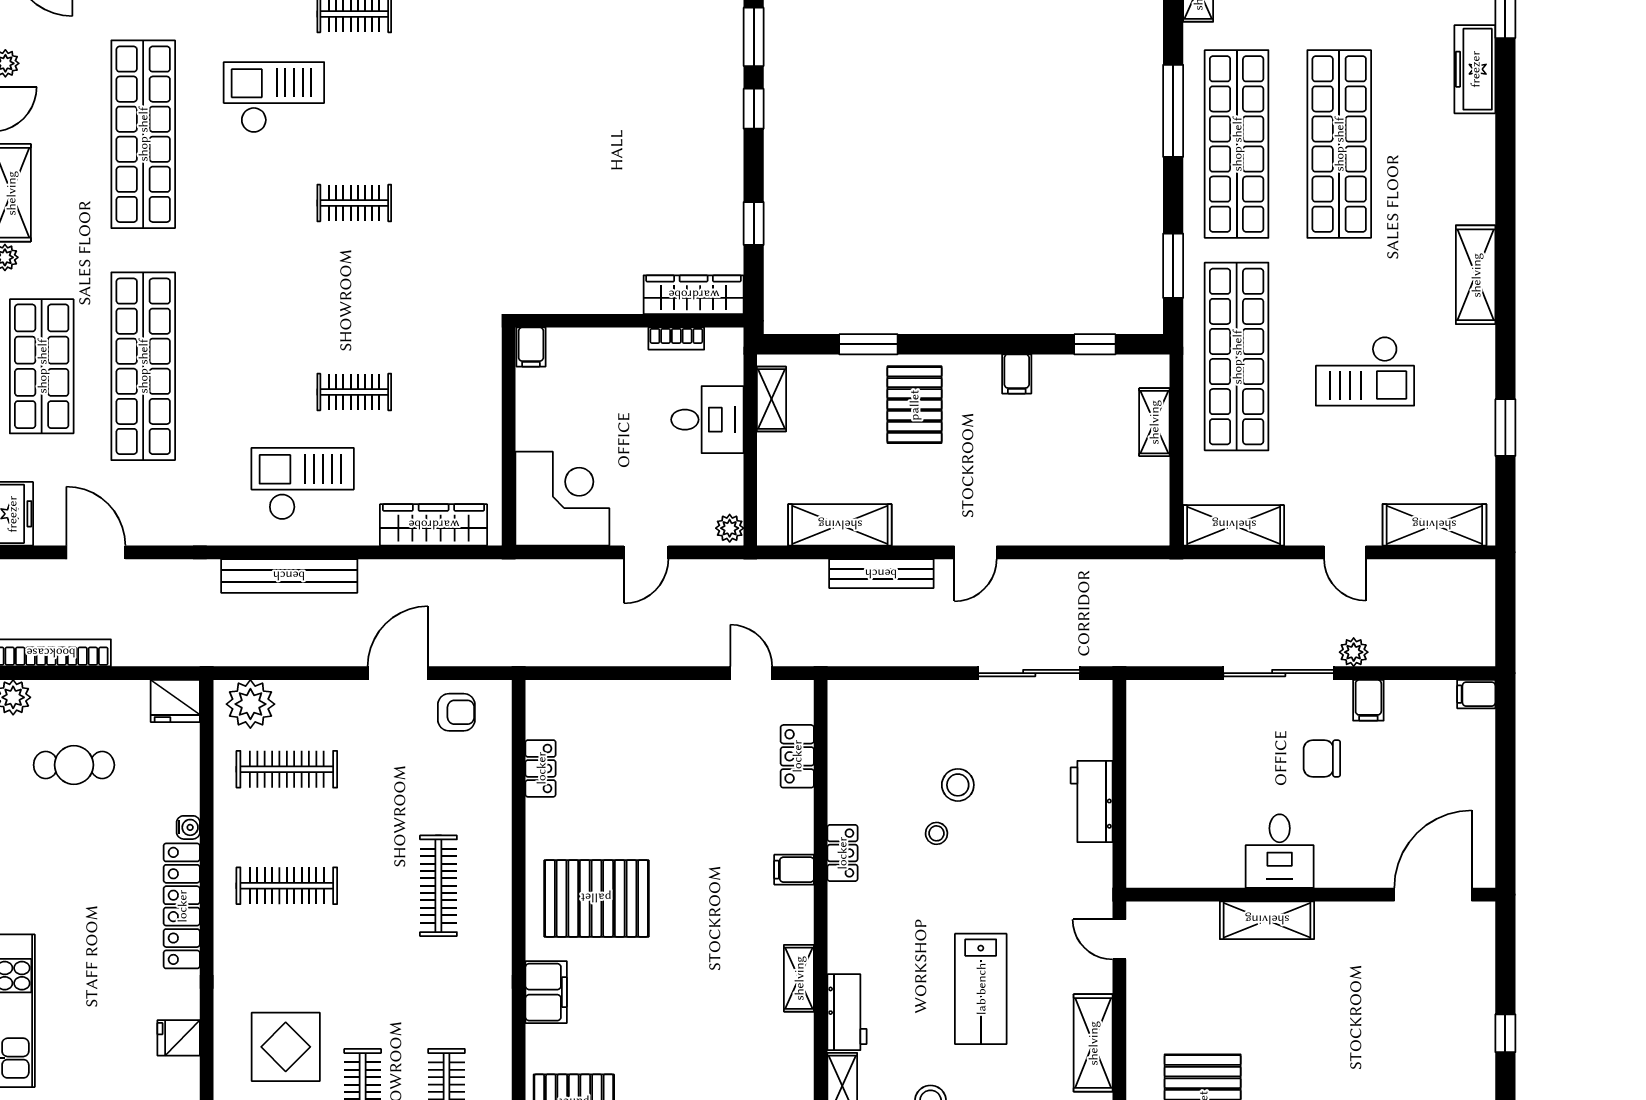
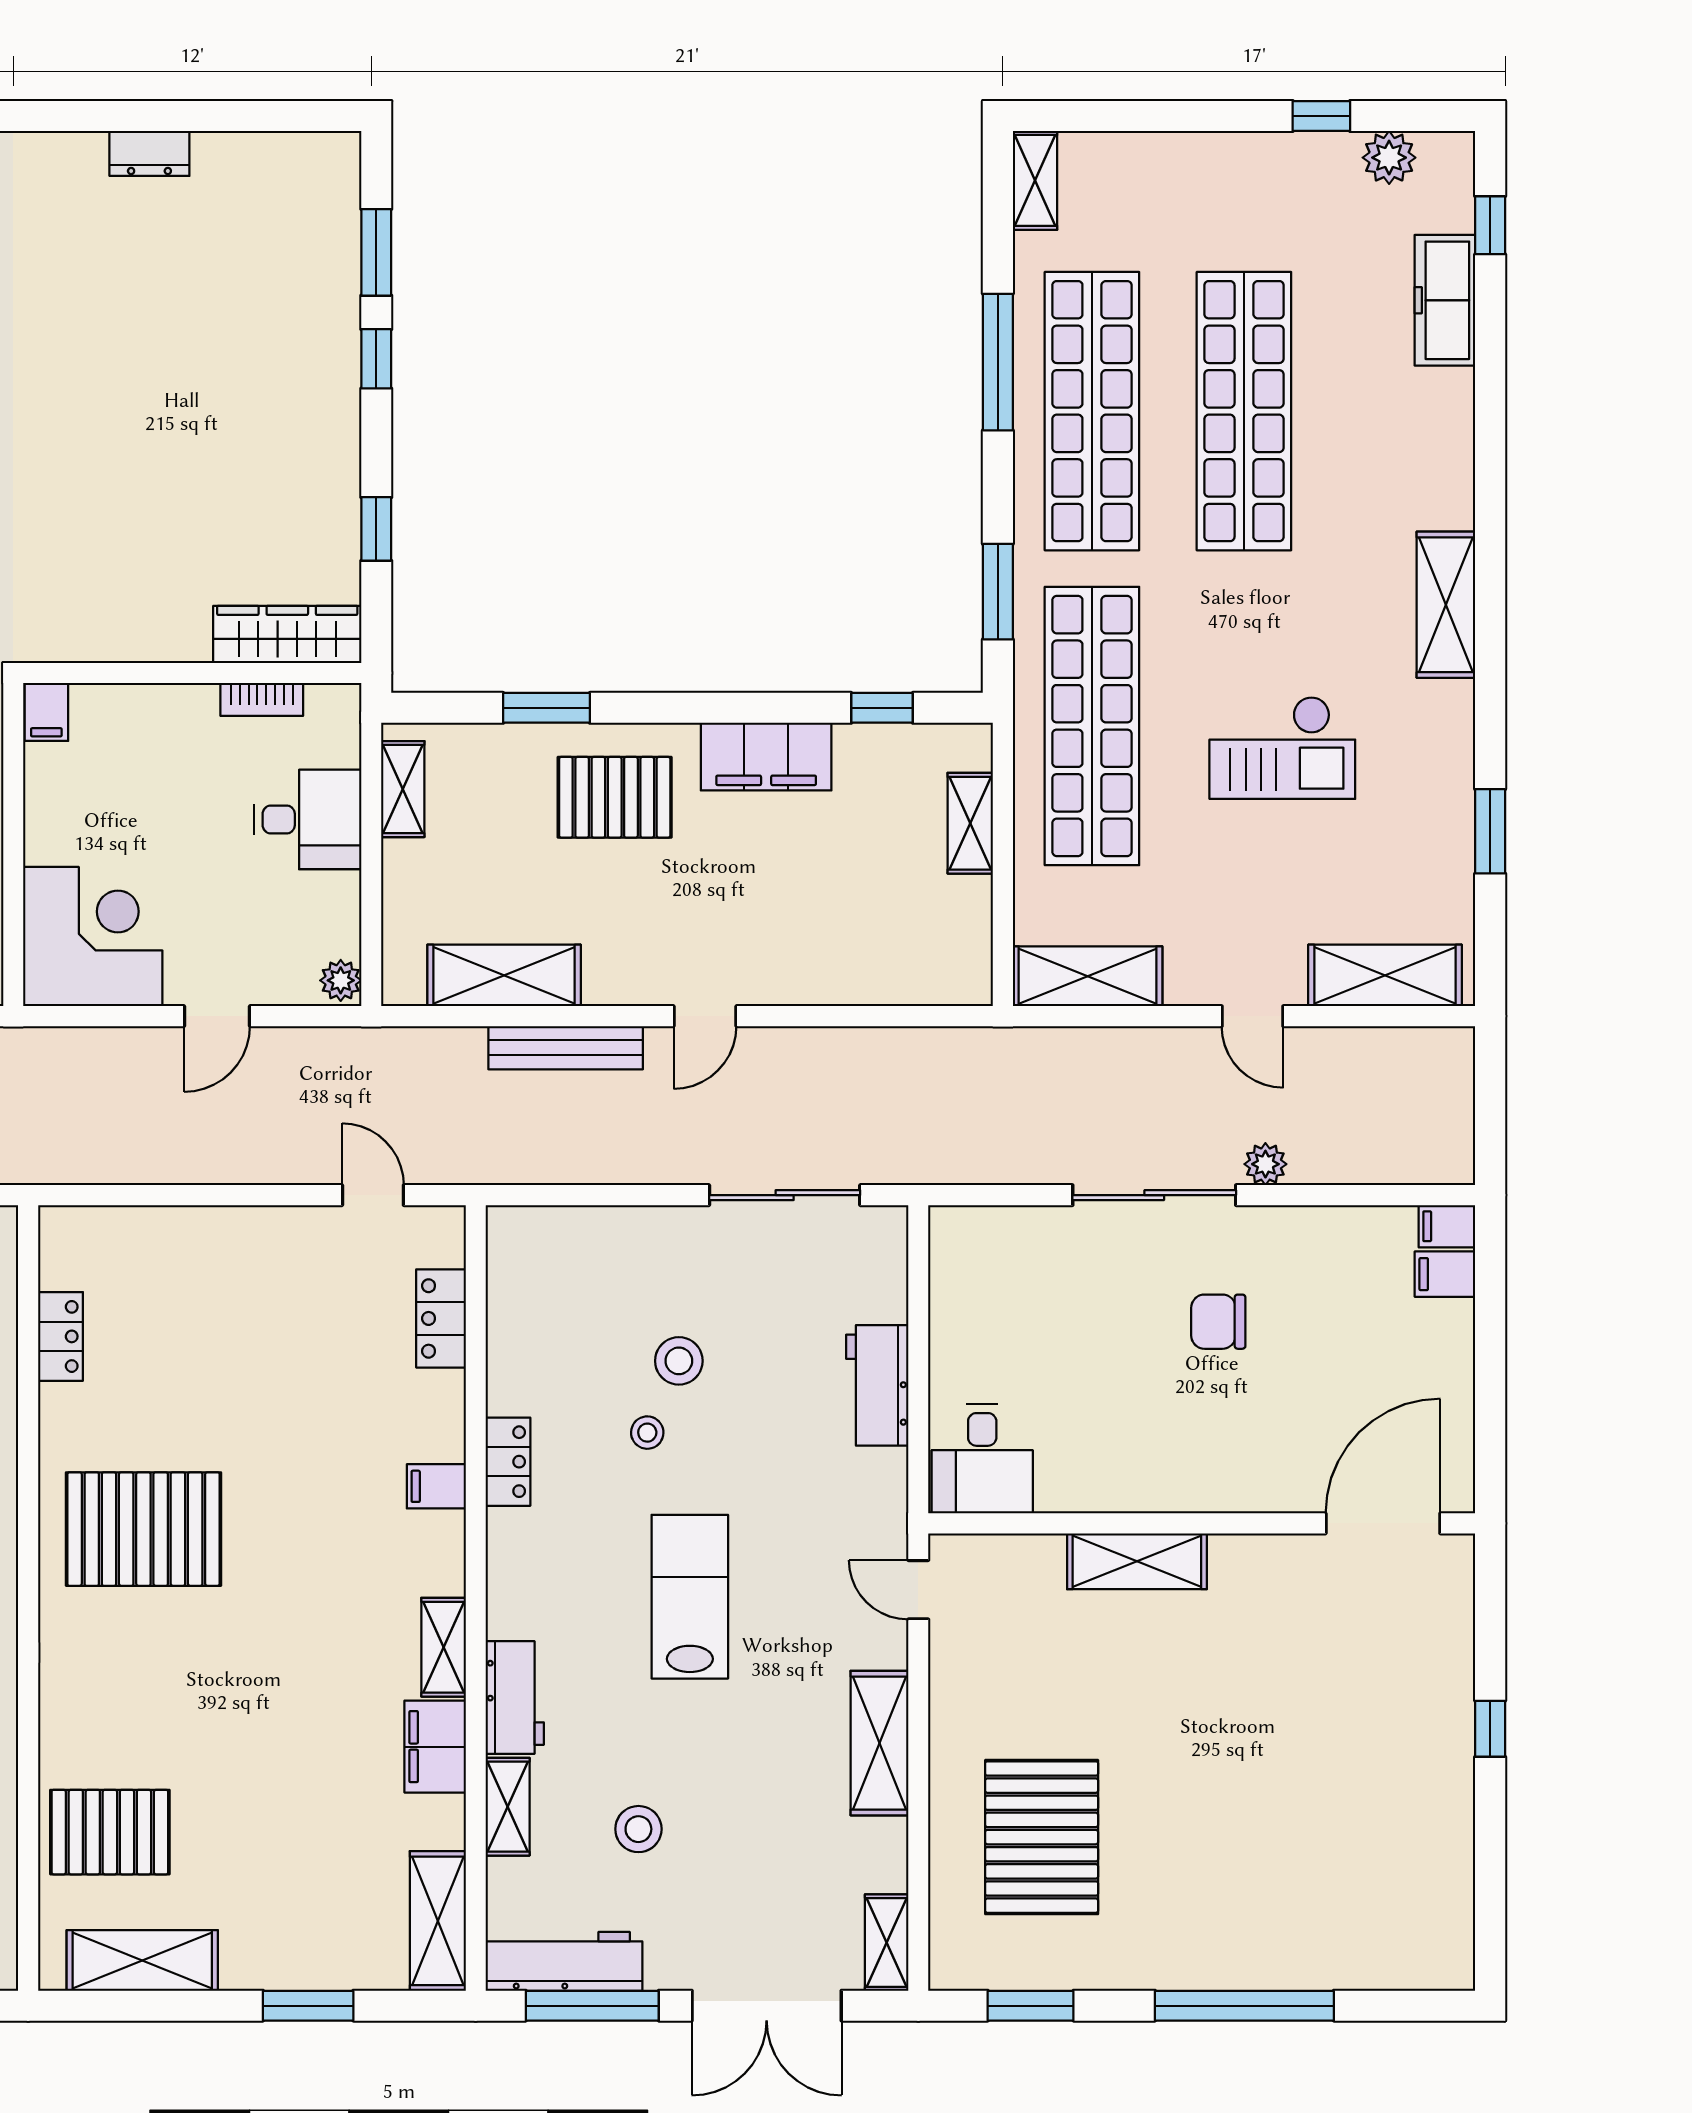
filing cabinet: (1017, 374) -> (766, 757), width x3.00, depth x1.17
pallet: (914, 405) -> (615, 797), turned 90
filing cabinet: (1368, 700) -> (1445, 1274), moved, turned 90
desk: (1280, 851) -> (982, 1459), moved
lab bench: (981, 989) -> (690, 1597), moved, turned 180
filing cabinet: (546, 992) -> (435, 1747), moved, turned 180

